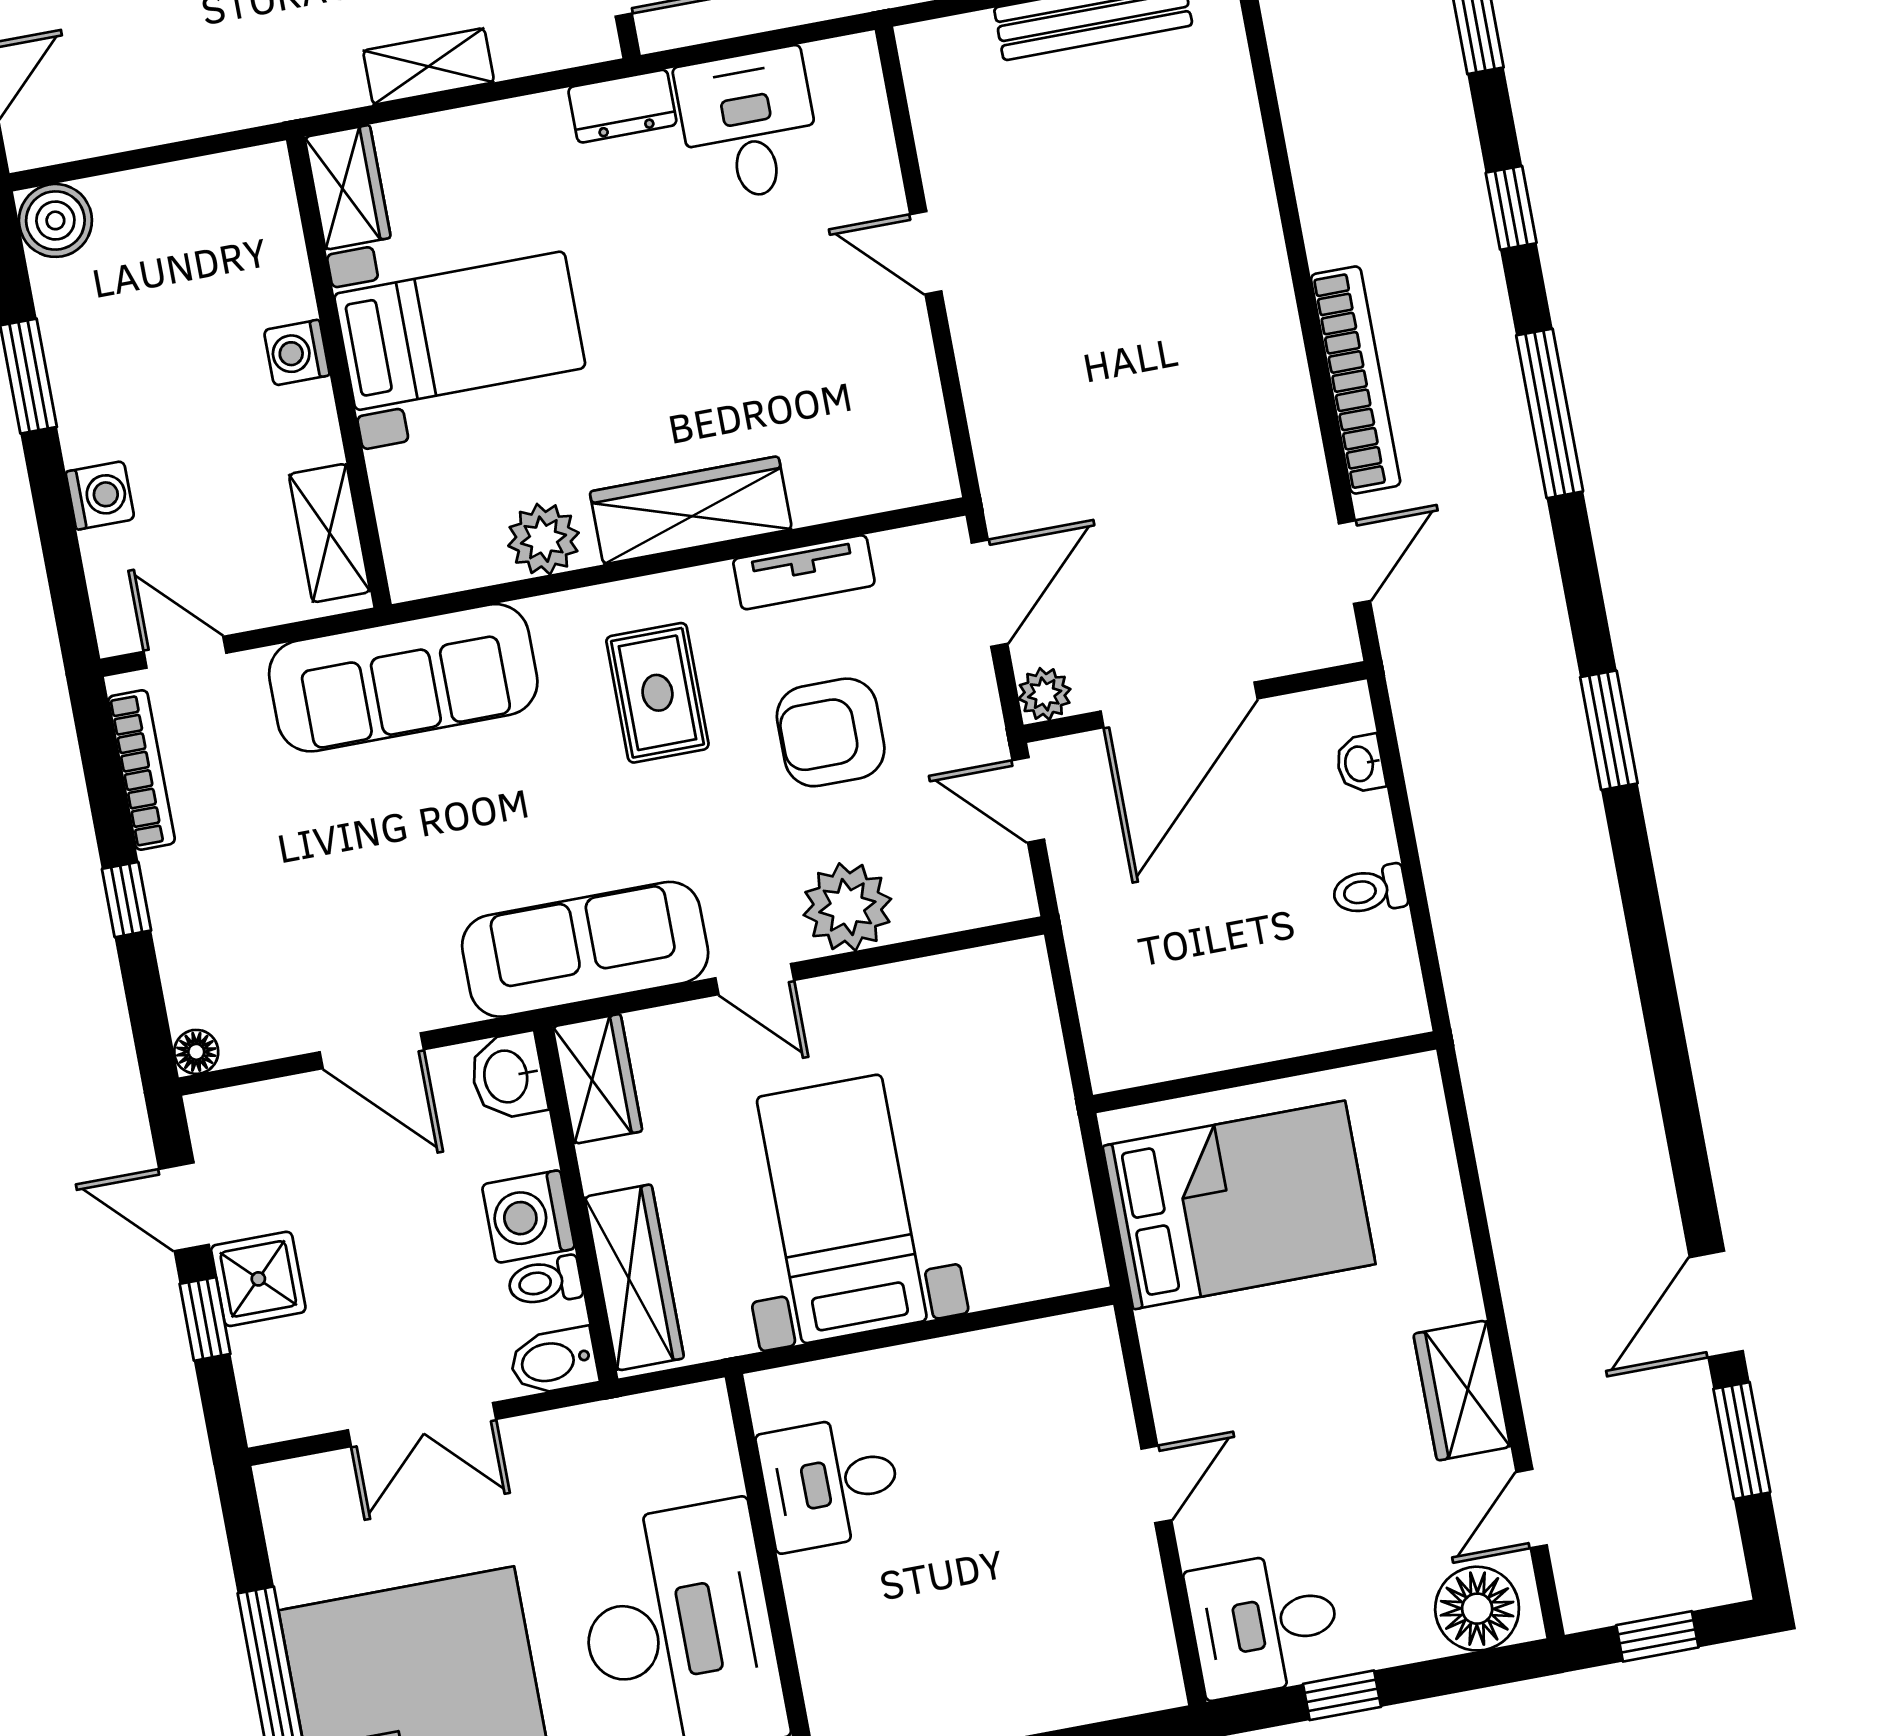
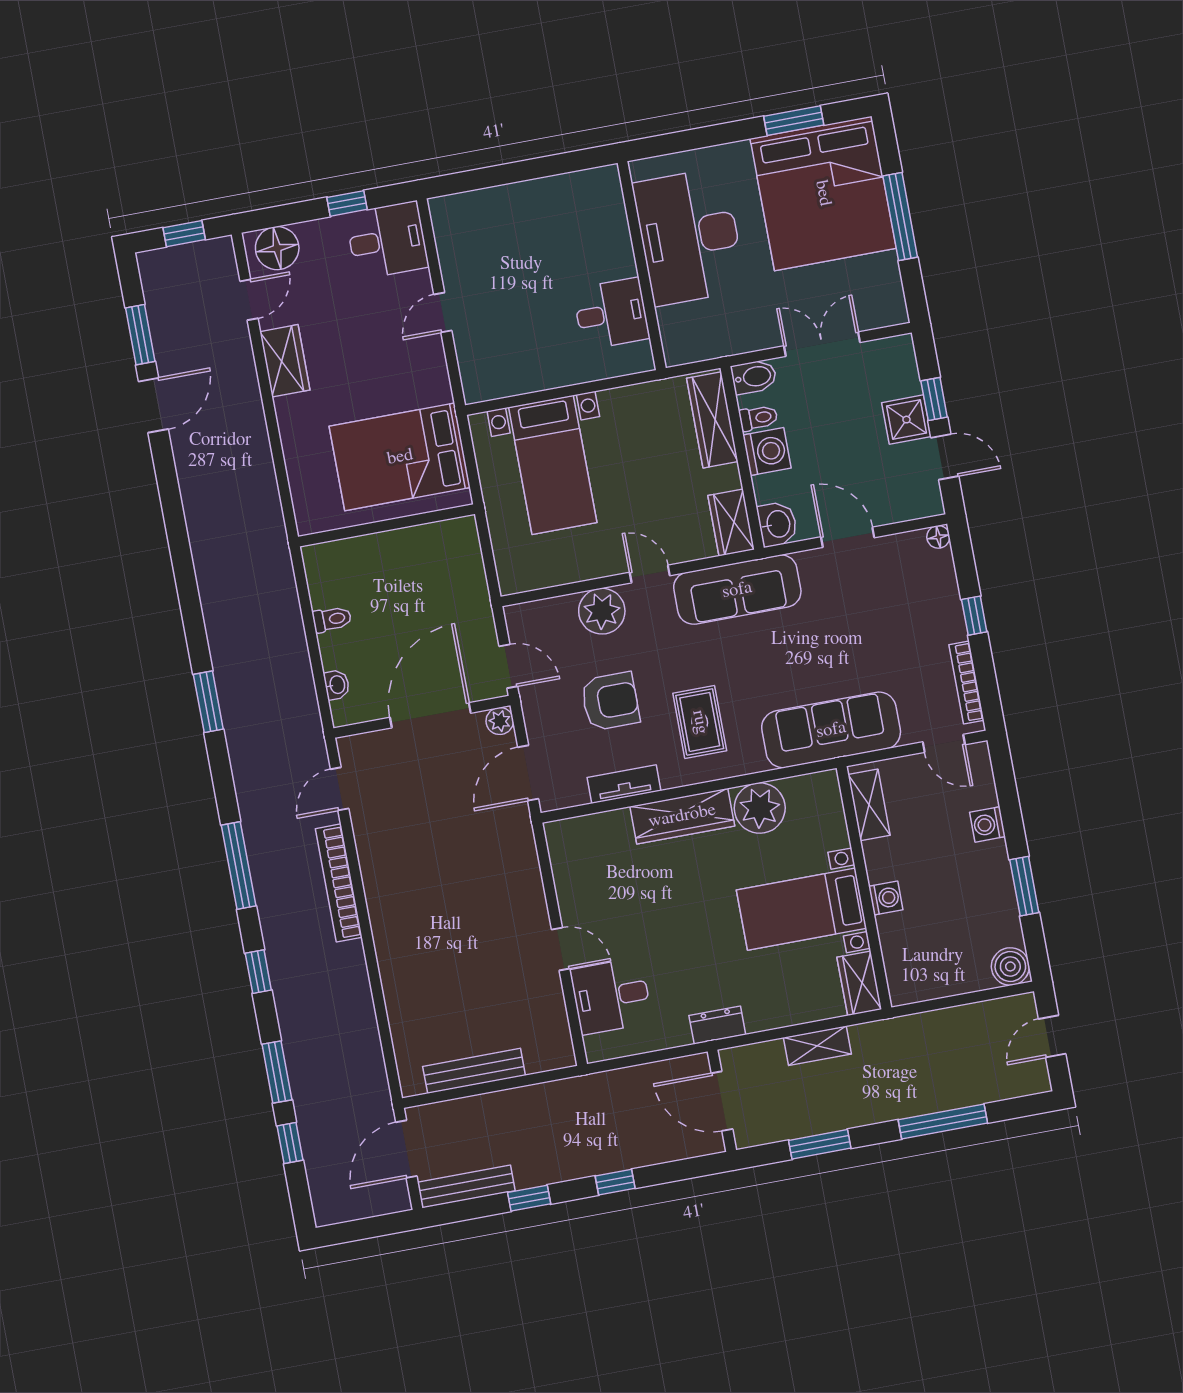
desk: (749, 125) -> (611, 996), moved, turned 90
plant: (543, 539) -> (760, 808), width x1.36, depth x1.36
bed with nightstands: (842, 1209) -> (553, 465), moved

